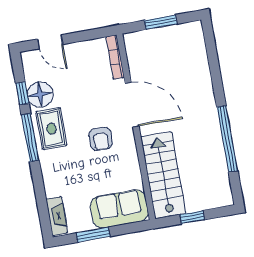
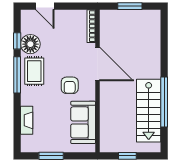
stairs: (163, 175) -> (149, 111), moved, turned 180
sofa: (119, 209) -> (83, 122), moved, turned -90
fireplace: (57, 216) -> (27, 120), moved

